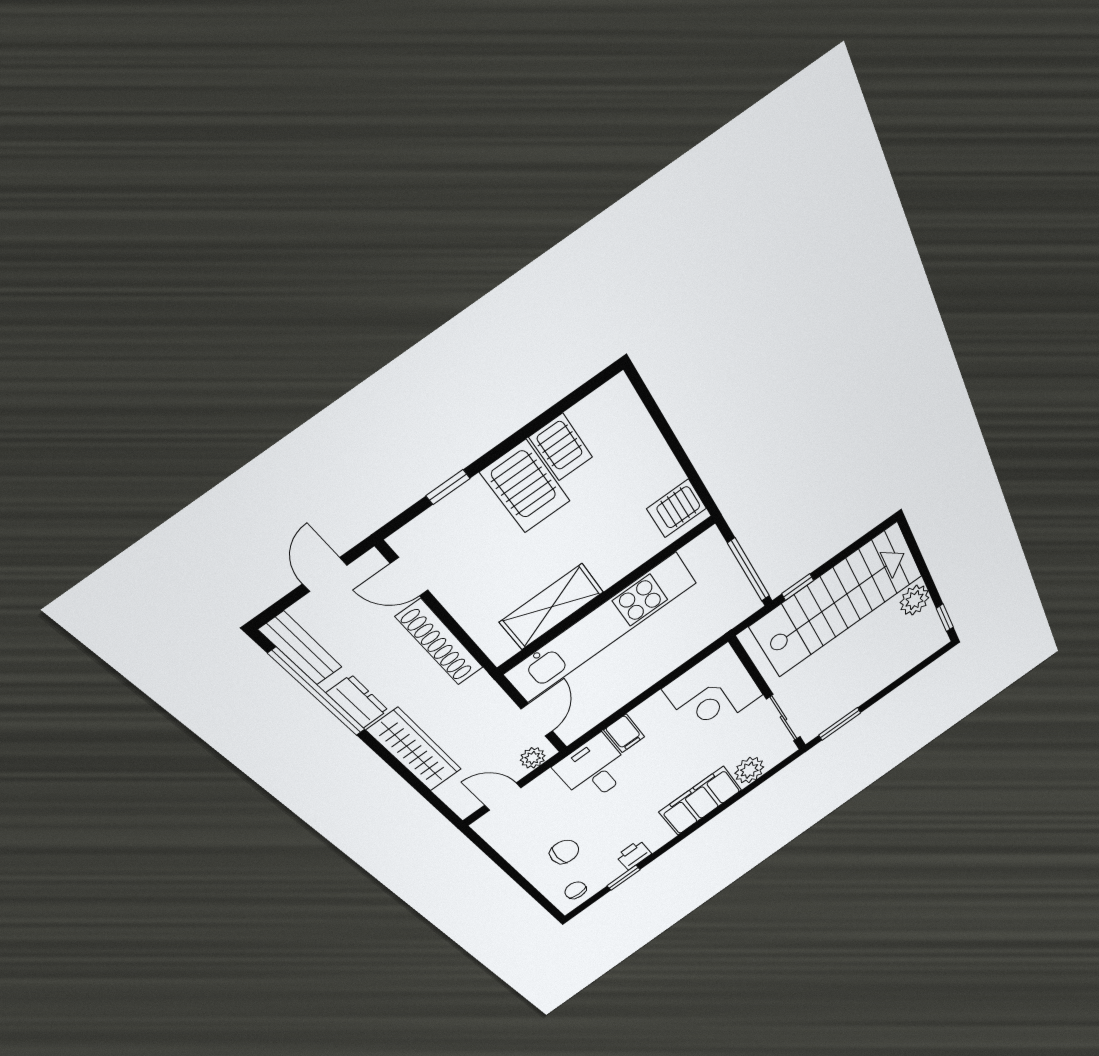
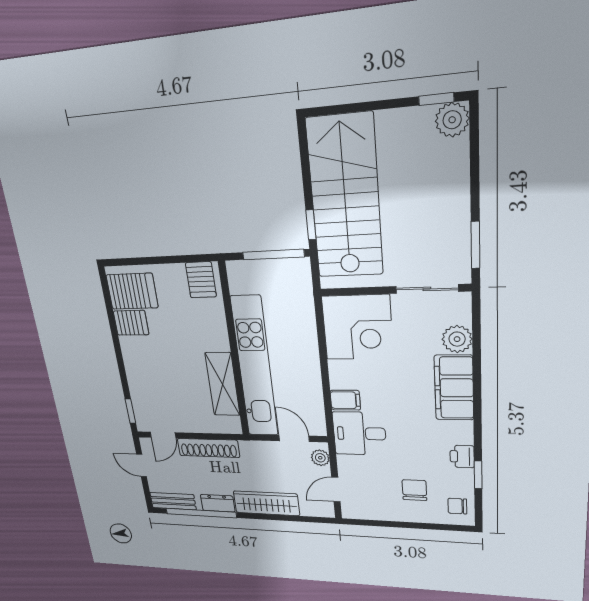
window: (448, 487) -> (130, 411), moved
server rack: (526, 487) -> (132, 291), moved
plant: (914, 600) -> (452, 120), moved

